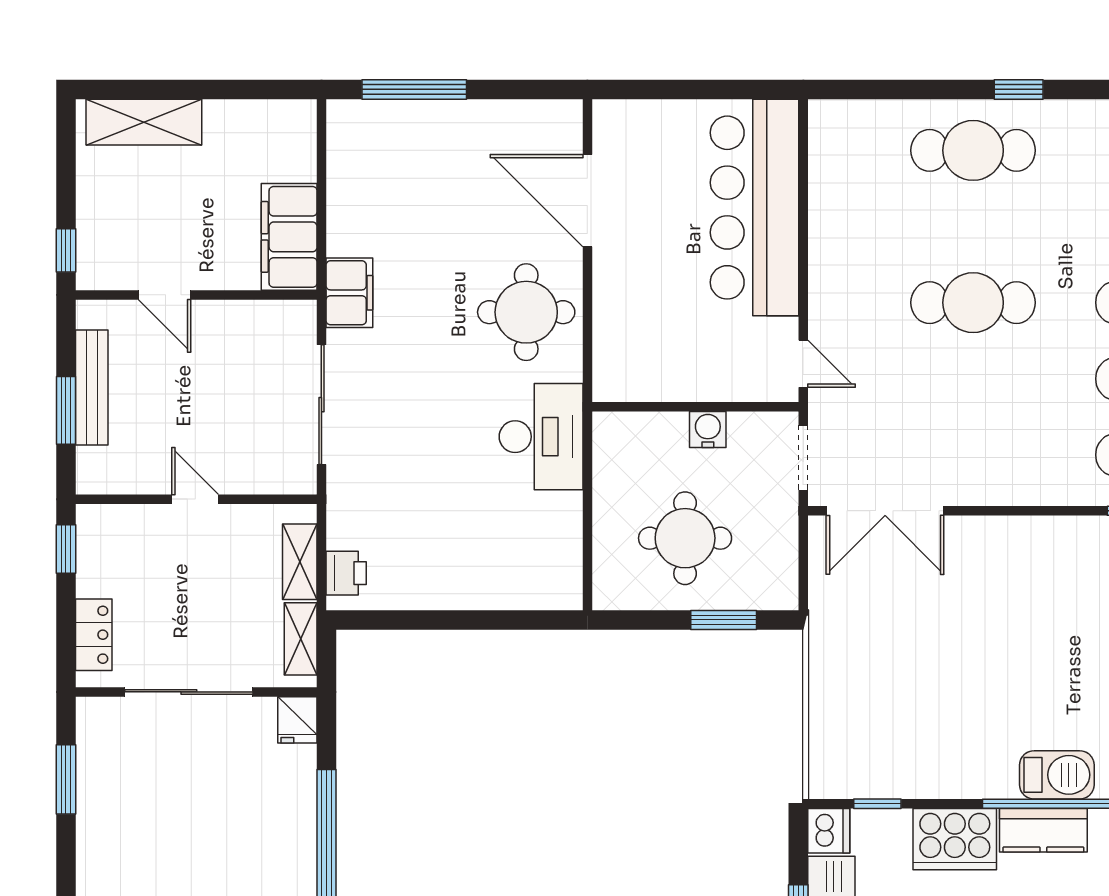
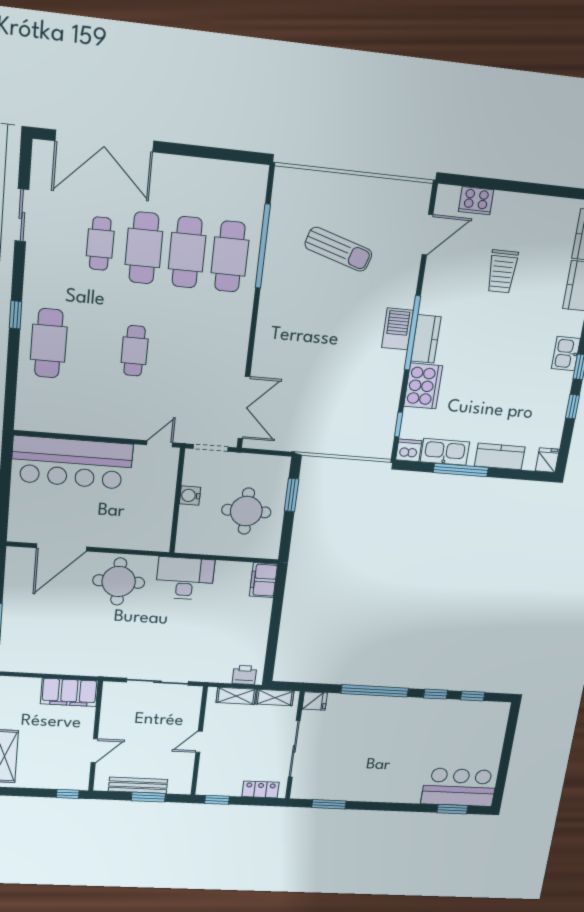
filing cabinet: (349, 293) -> (263, 580), moved, turned -90
cafe table: (973, 303) -> (135, 351), width x0.73, depth x0.74

